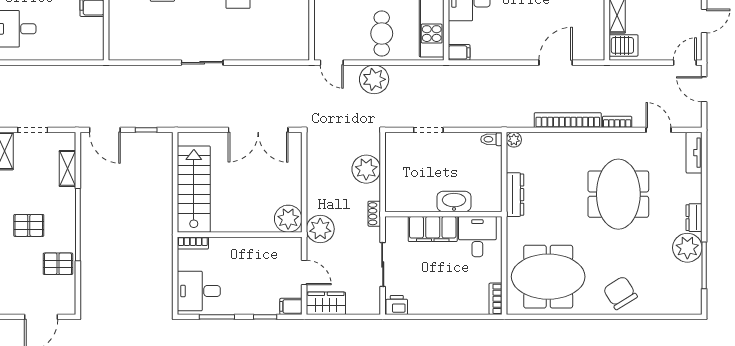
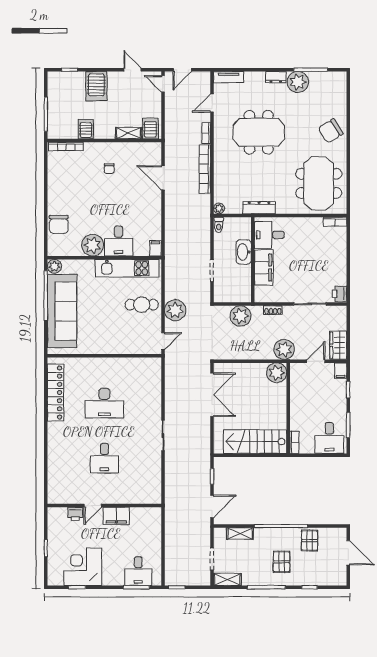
washbasin: (454, 201) -> (244, 252), moved
wall: (443, 214) -> (253, 260), moved
filing cabinet: (433, 229) -> (264, 267), moved
desk: (477, 237) -> (269, 235), moved

